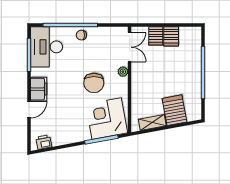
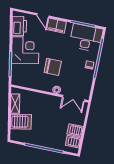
server rack: (156, 36) -> (73, 142), moved
chair: (94, 83) -> (53, 67), turned 180
corner desk: (107, 119) -> (25, 50), moved
printer: (44, 142) -> (19, 26), width x1.87, depth x1.48

